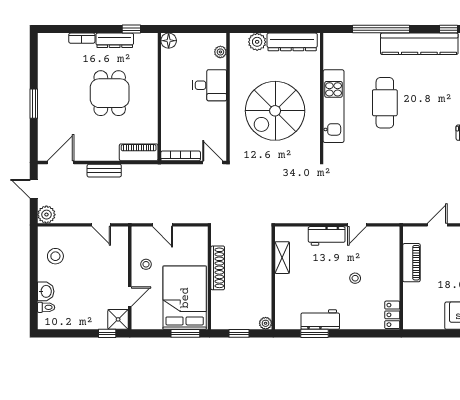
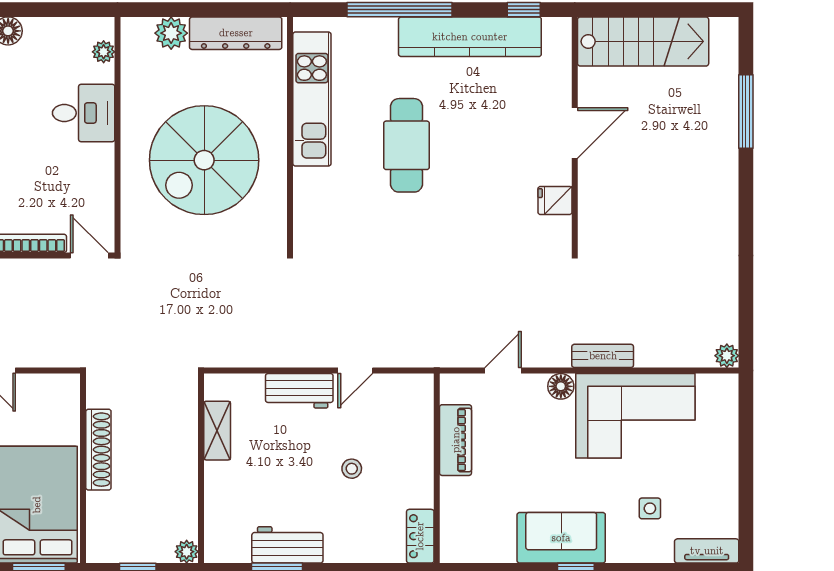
kitchen unit: (334, 106) -> (312, 99), moved

